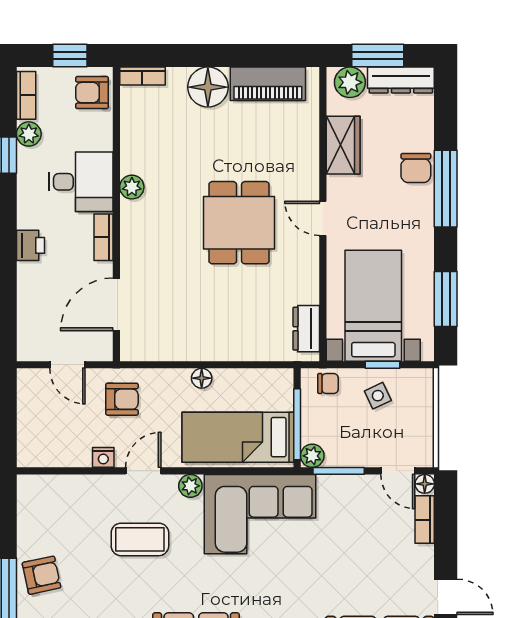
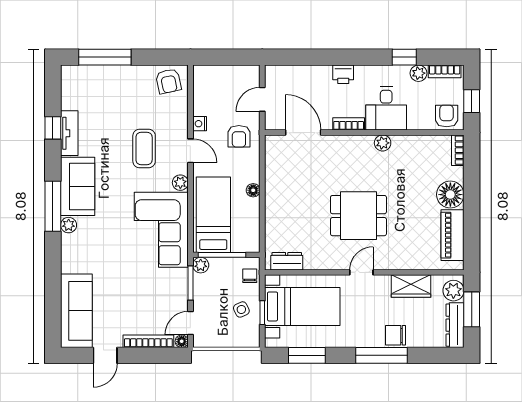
chair: (328, 383) -> (250, 276), turned 180
bookcase: (425, 520) -> (148, 341), width x1.56
armchair: (42, 575) -> (168, 81), moved

